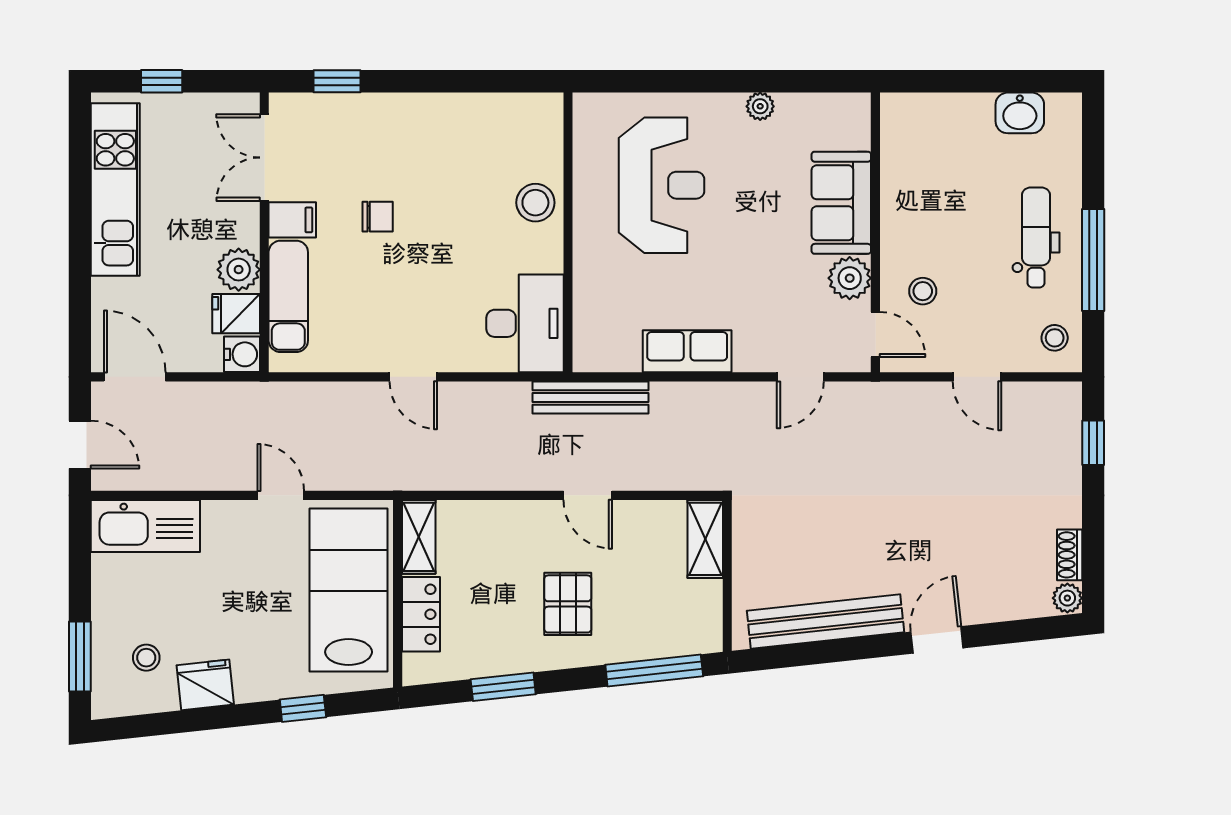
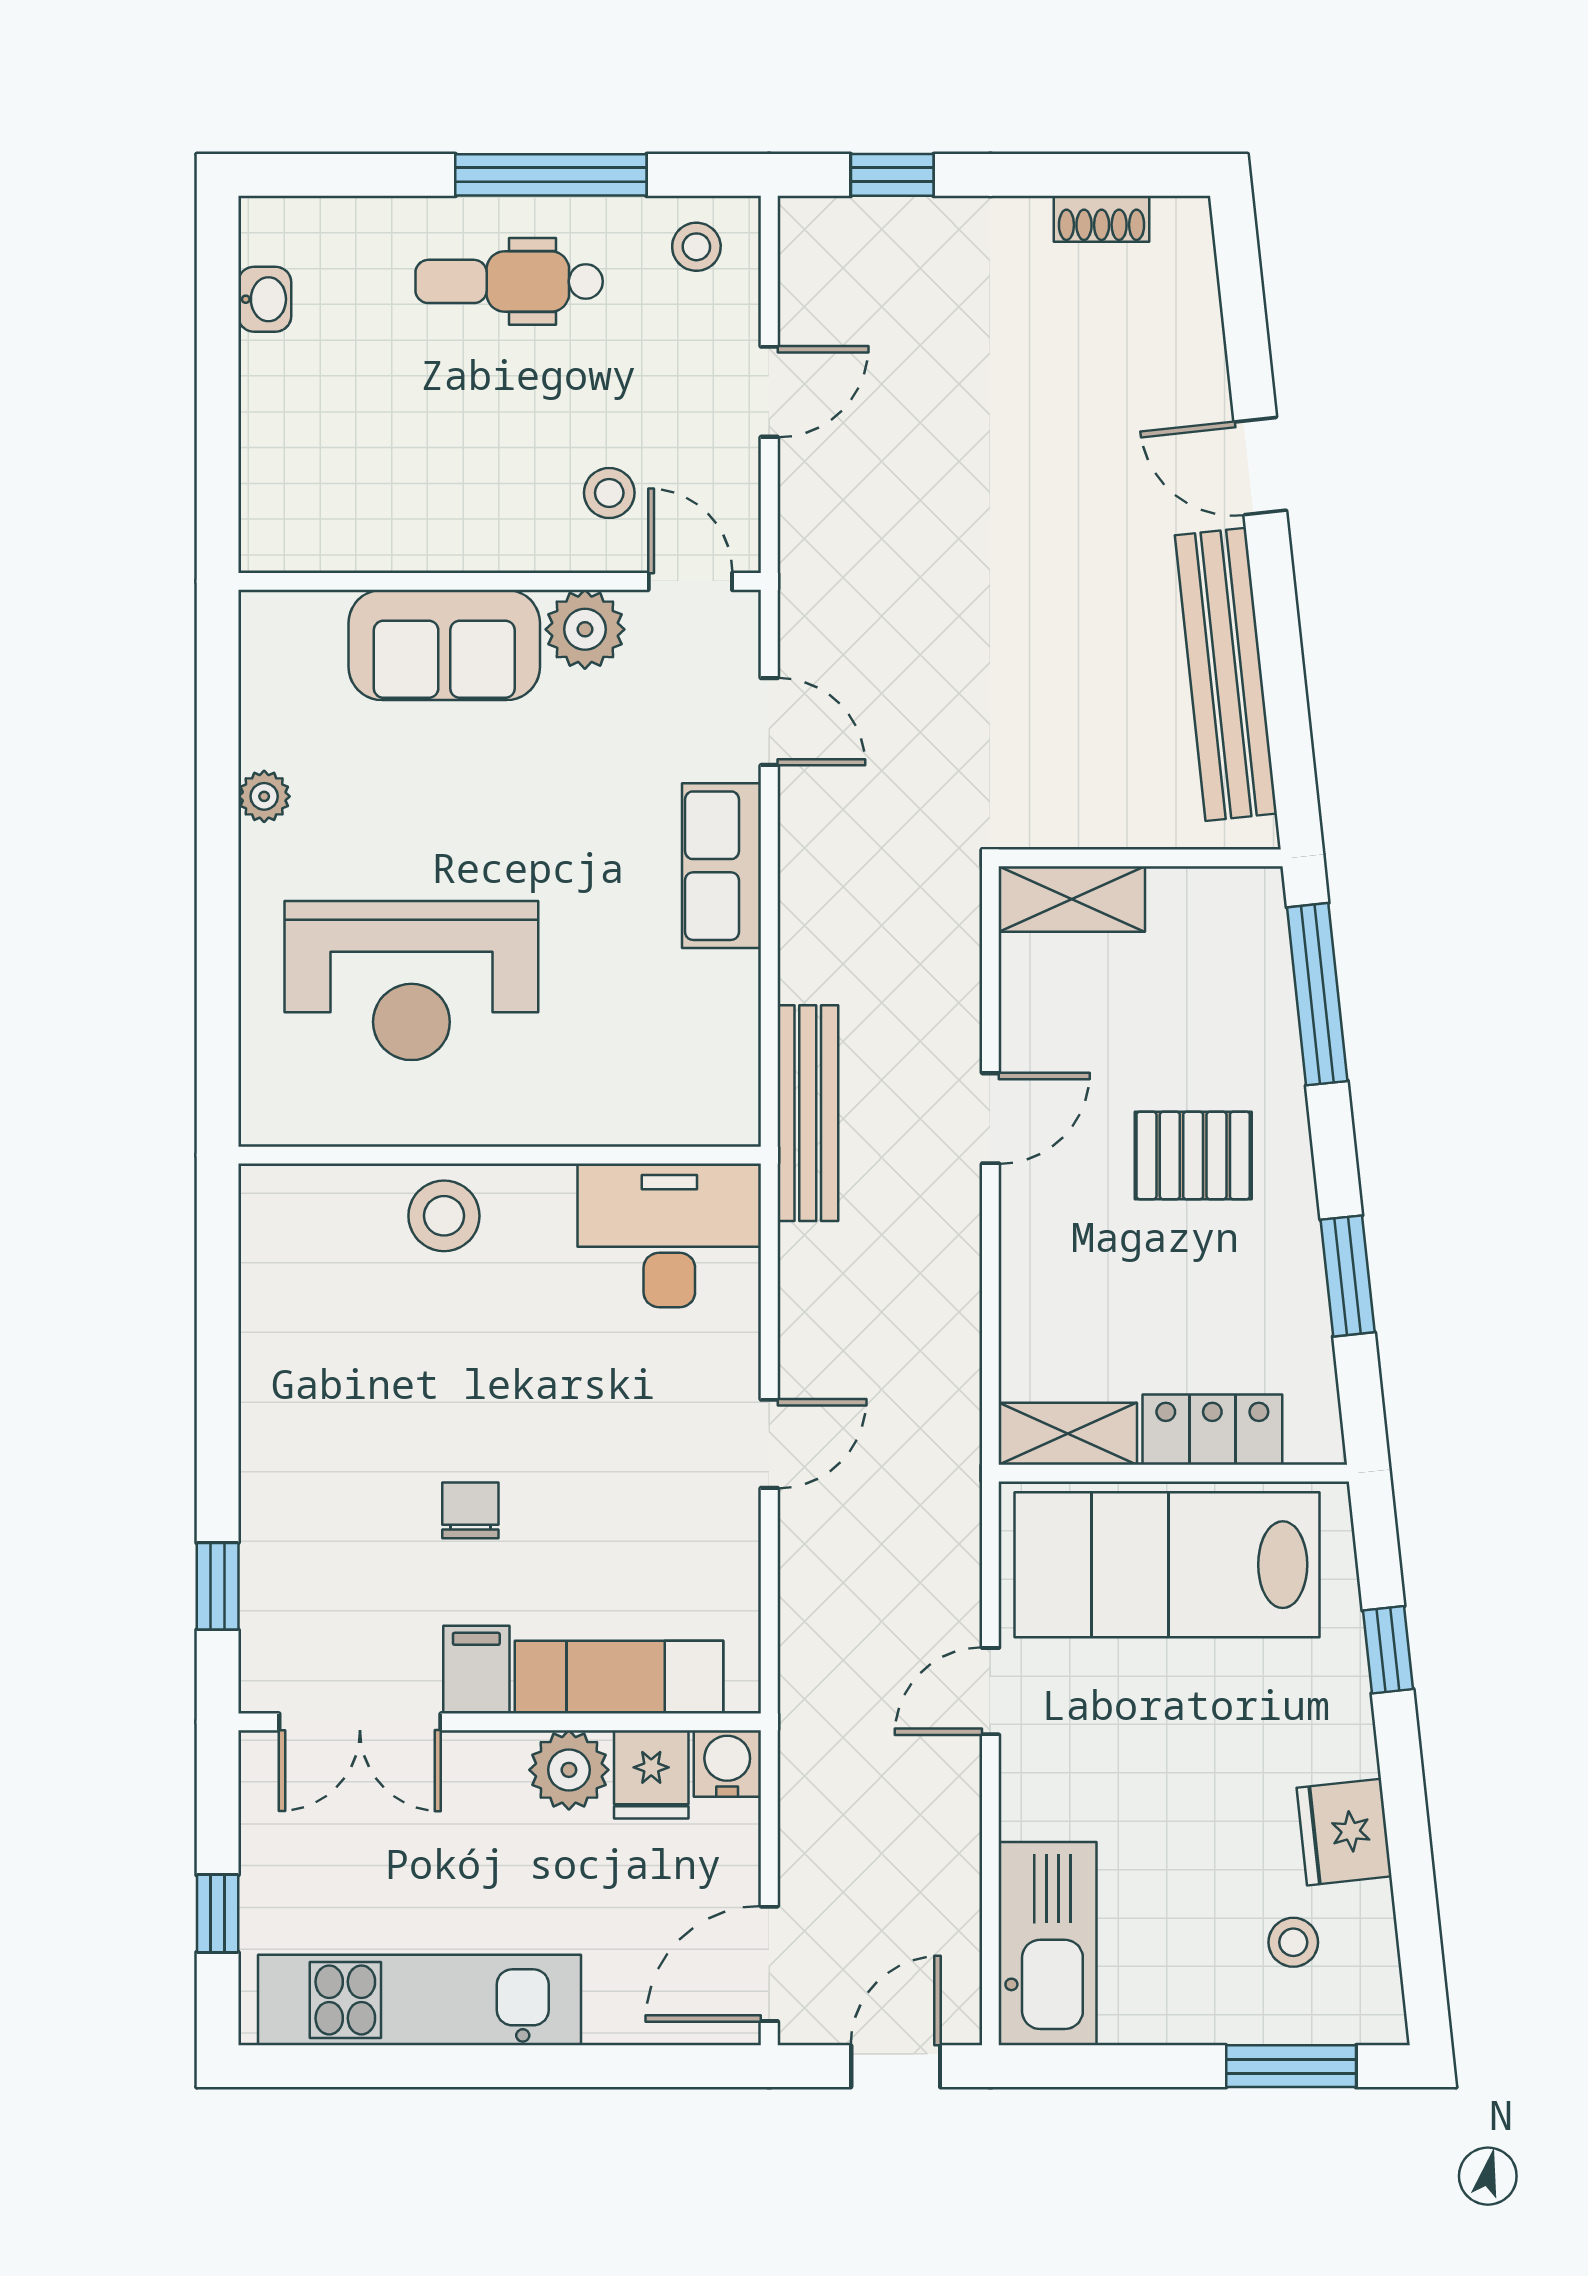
washbasin: (1020, 113) -> (265, 299), width x0.72, depth x0.69
reception desk: (662, 185) -> (411, 981), turned 180
door: (875, 335) -> (690, 581), hinge flipped
row of seats: (687, 351) -> (721, 866), moved
plant: (1067, 598) -> (1182, 223), removed

